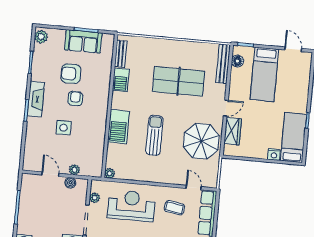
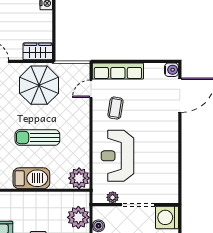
wardrobe: (233, 131) -> (38, 51), moved
plant: (74, 170) -> (78, 217), width x1.88, depth x1.88
plant: (110, 173) -> (79, 178), width x1.88, depth x1.88

